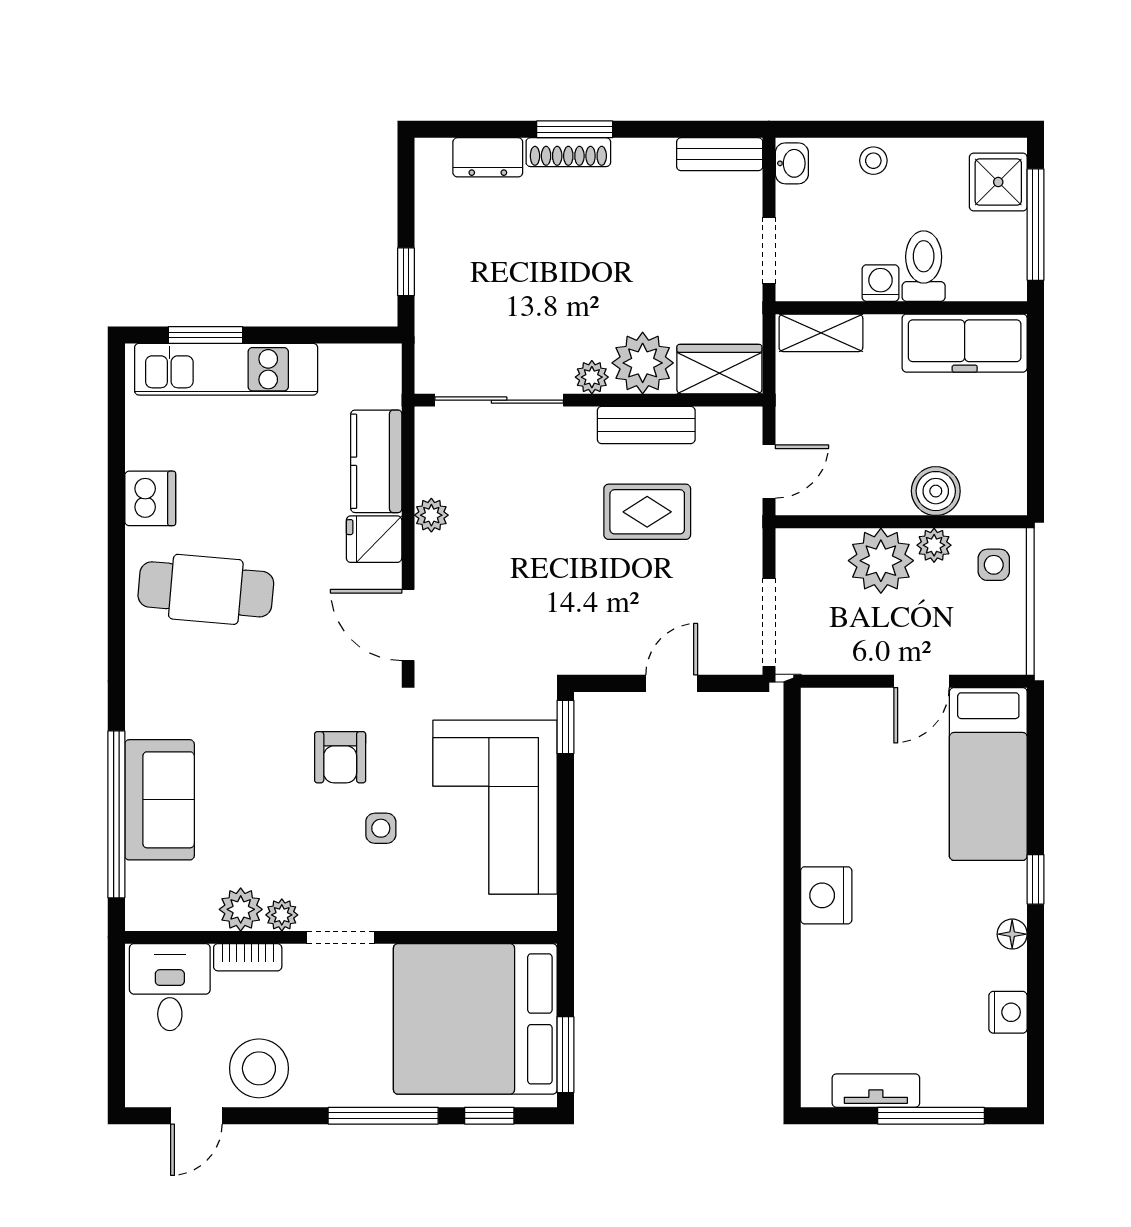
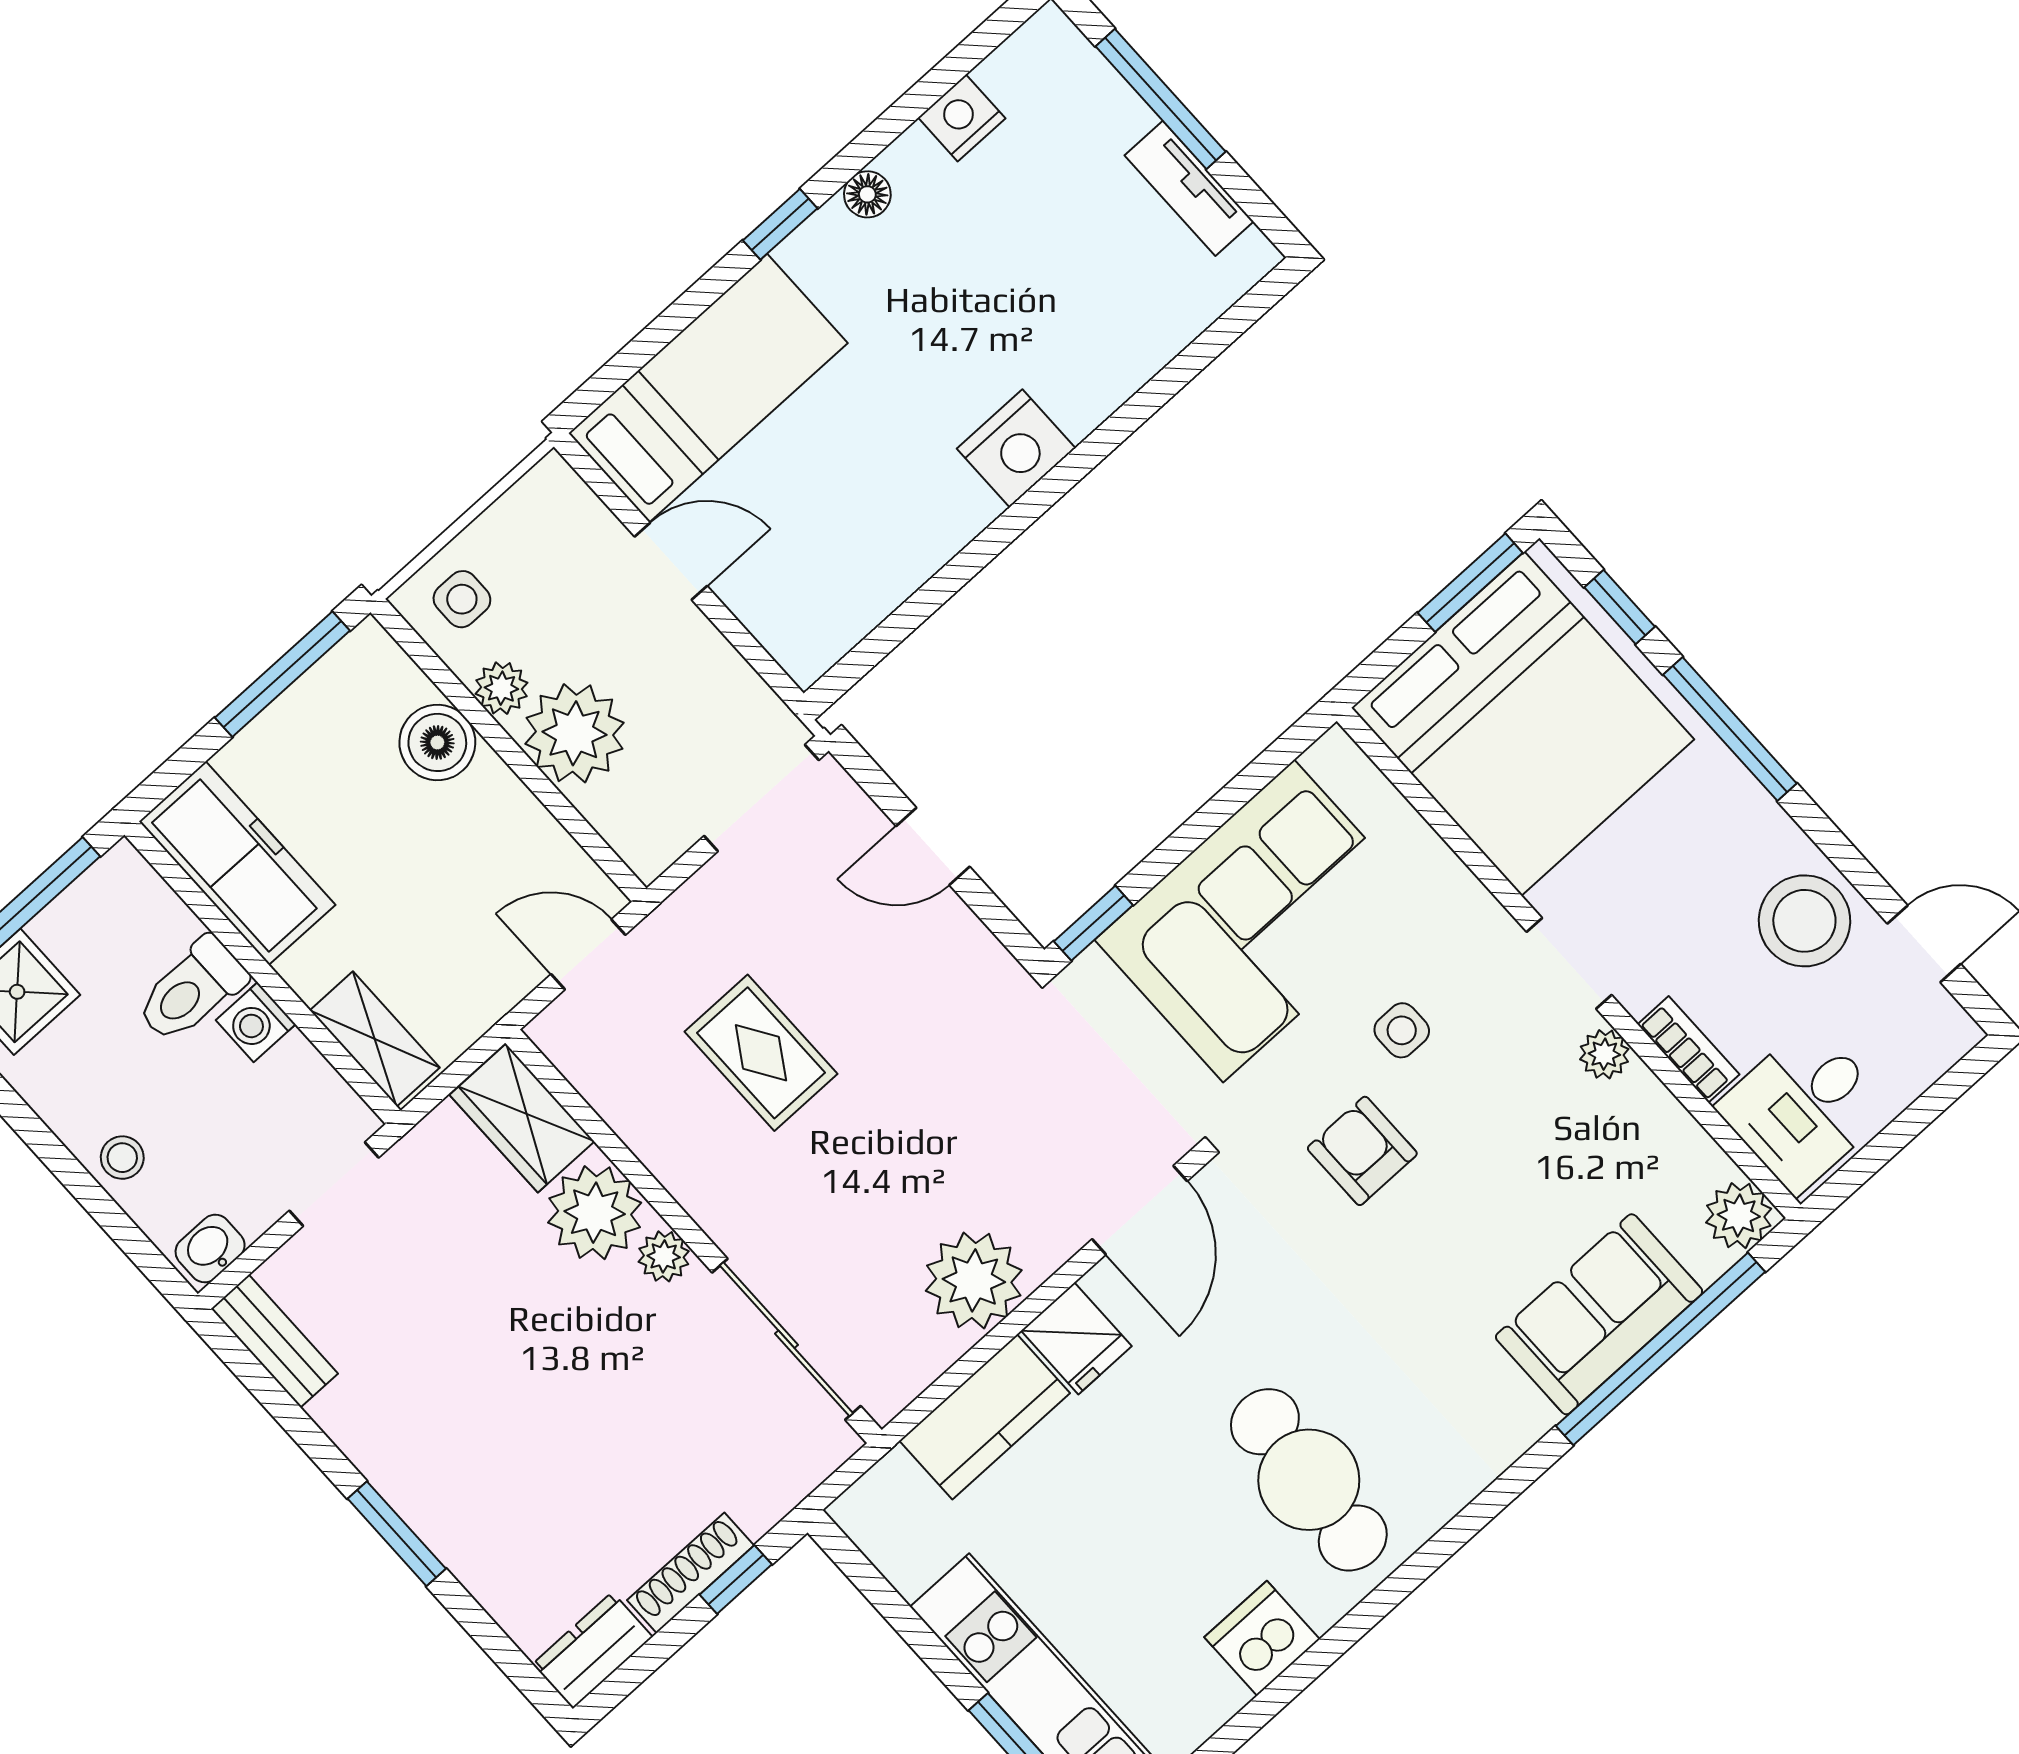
shoe rack: (568, 152) -> (691, 1573), moved, turned -90
dresser: (488, 157) -> (593, 1650), moved, turned -90
bench: (646, 425) -> (662, 1144), removed
window: (1036, 446) -> (282, 674), added
plant: (431, 515) -> (974, 1280), width x1.88, depth x1.88
armchair: (340, 757) -> (1362, 1151), turned -90
plant: (241, 909) -> (1739, 1216), moved

